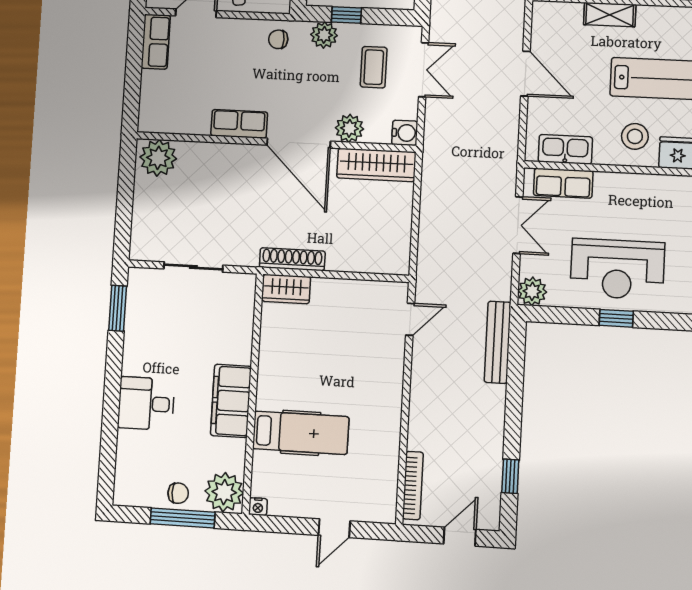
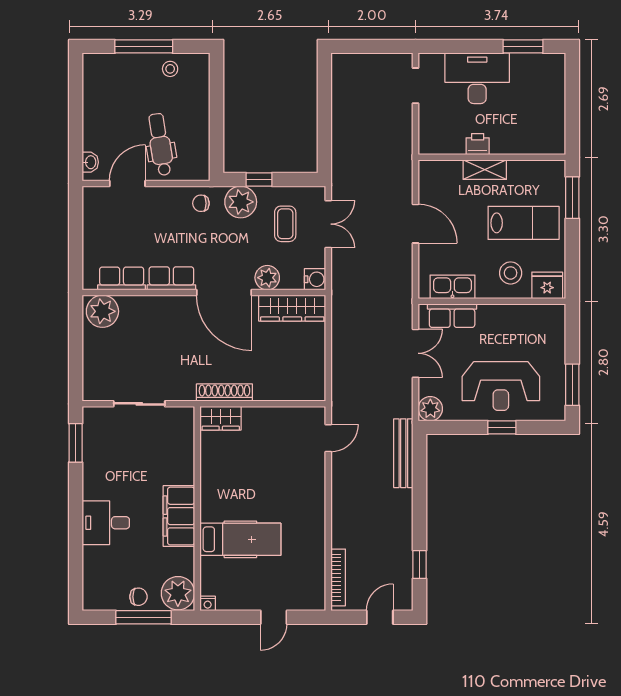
plant: (324, 35) -> (241, 202), width x1.36, depth x1.36
row of seats: (156, 42) -> (122, 278), moved, turned -90

